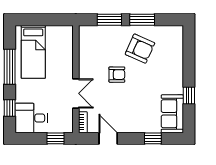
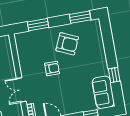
window: (142, 20) -> (80, 17), moved
double door: (76, 93) -> (21, 90), swing flipped

